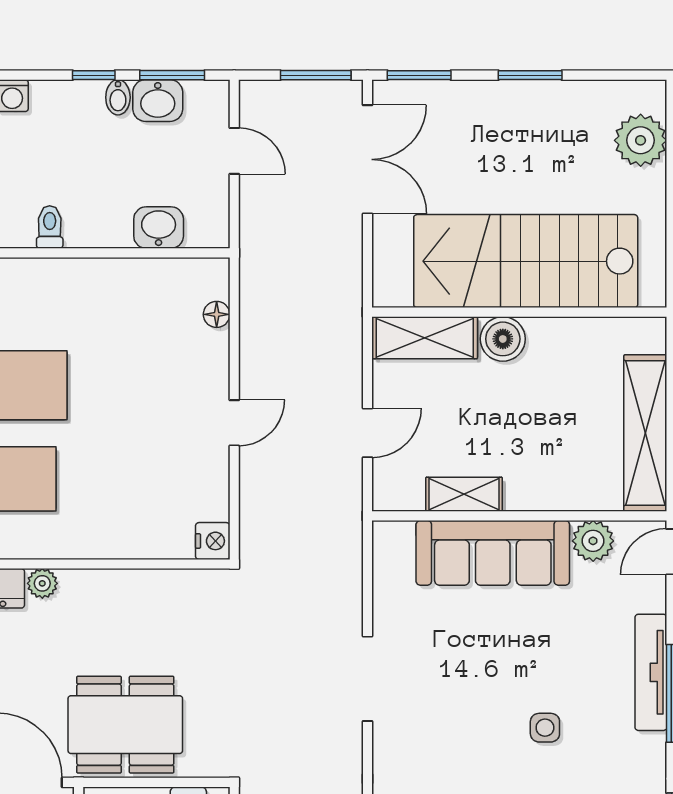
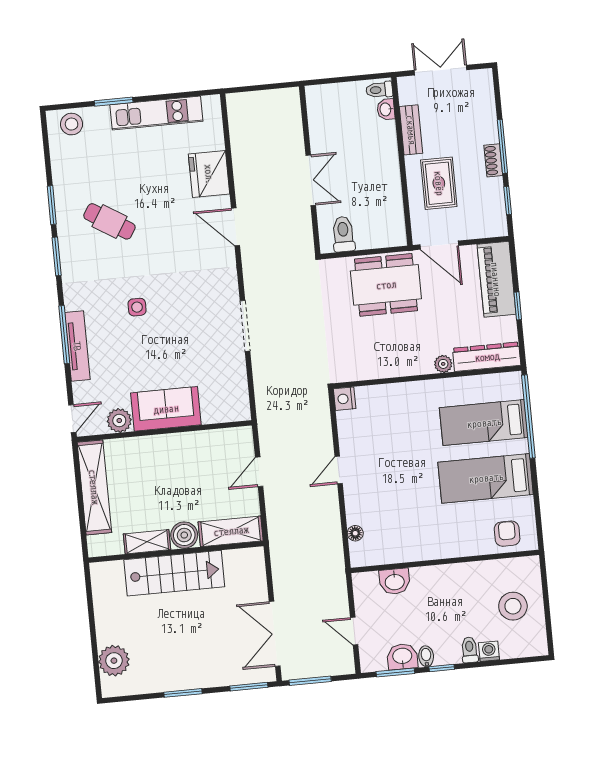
toilet: (50, 227) -> (470, 650), moved, turned 180
stairs: (526, 261) -> (174, 573), width x0.73, depth x0.66
shelving: (464, 494) -> (147, 542), moved
sofa: (493, 553) -> (166, 409), width x0.73

